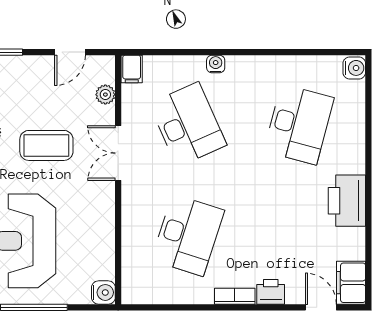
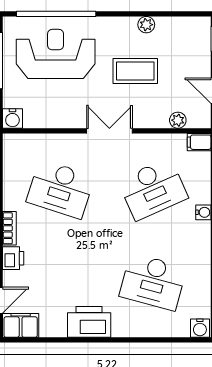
coffee table: (46, 145) -> (135, 71), turned 90
double door: (118, 153) -> (109, 131), moved

